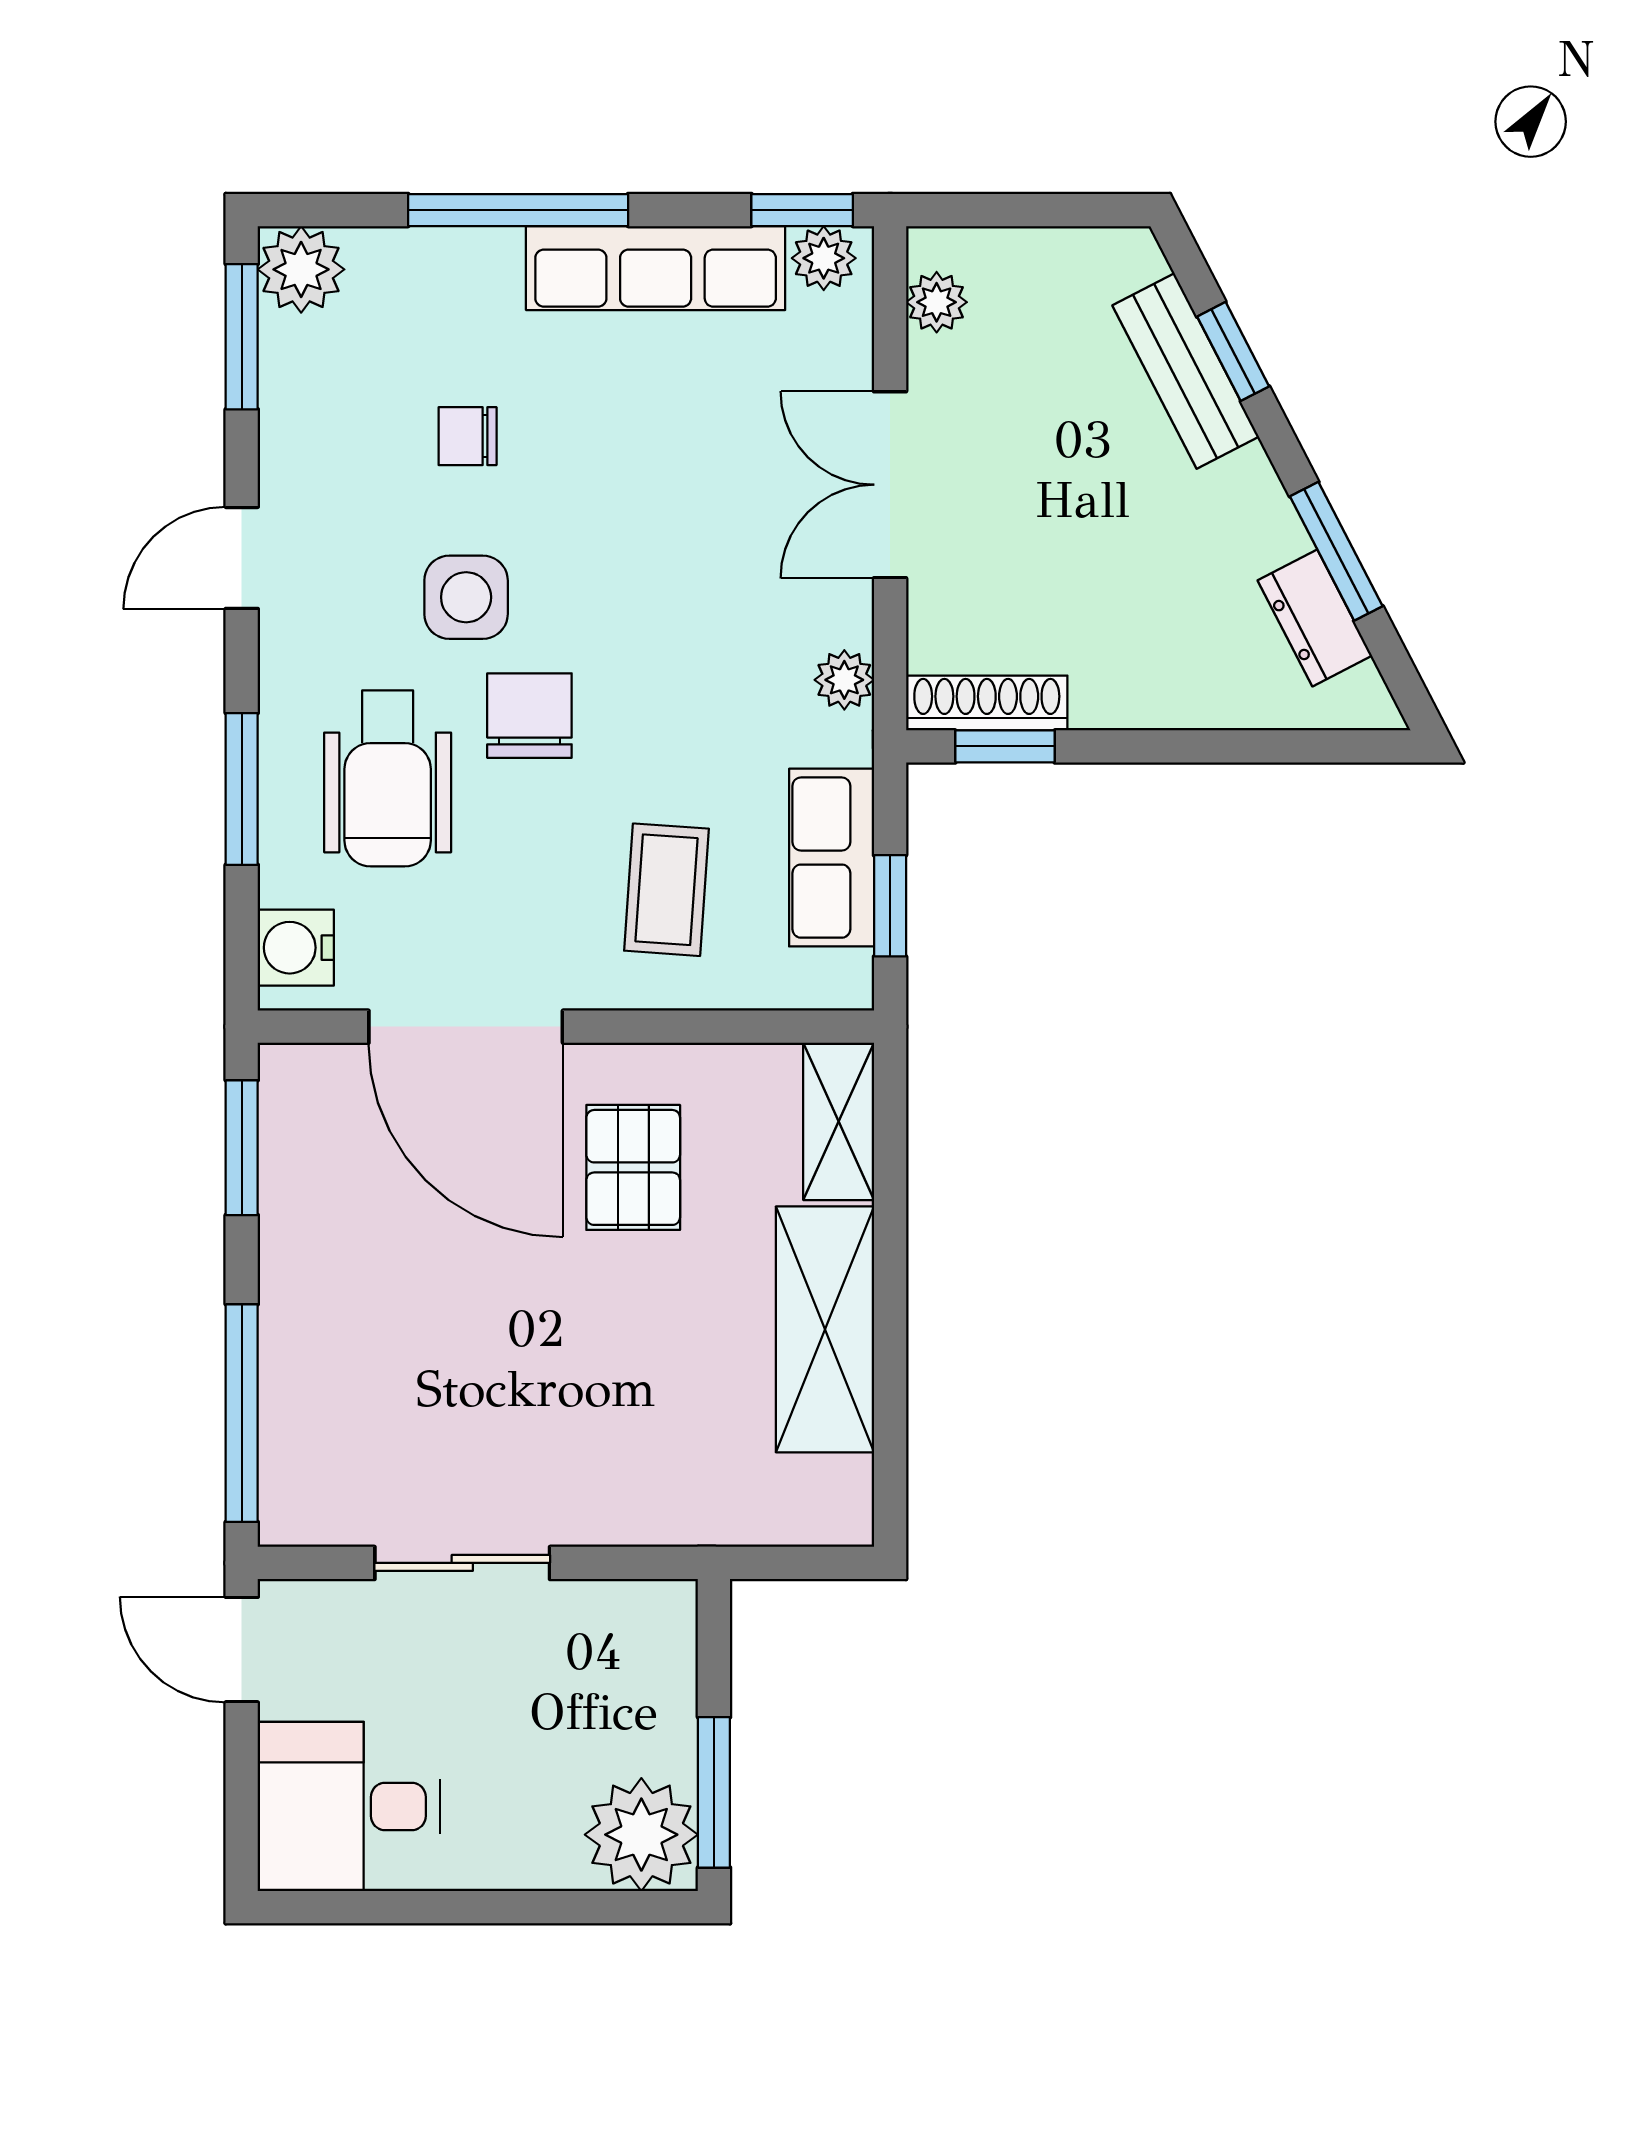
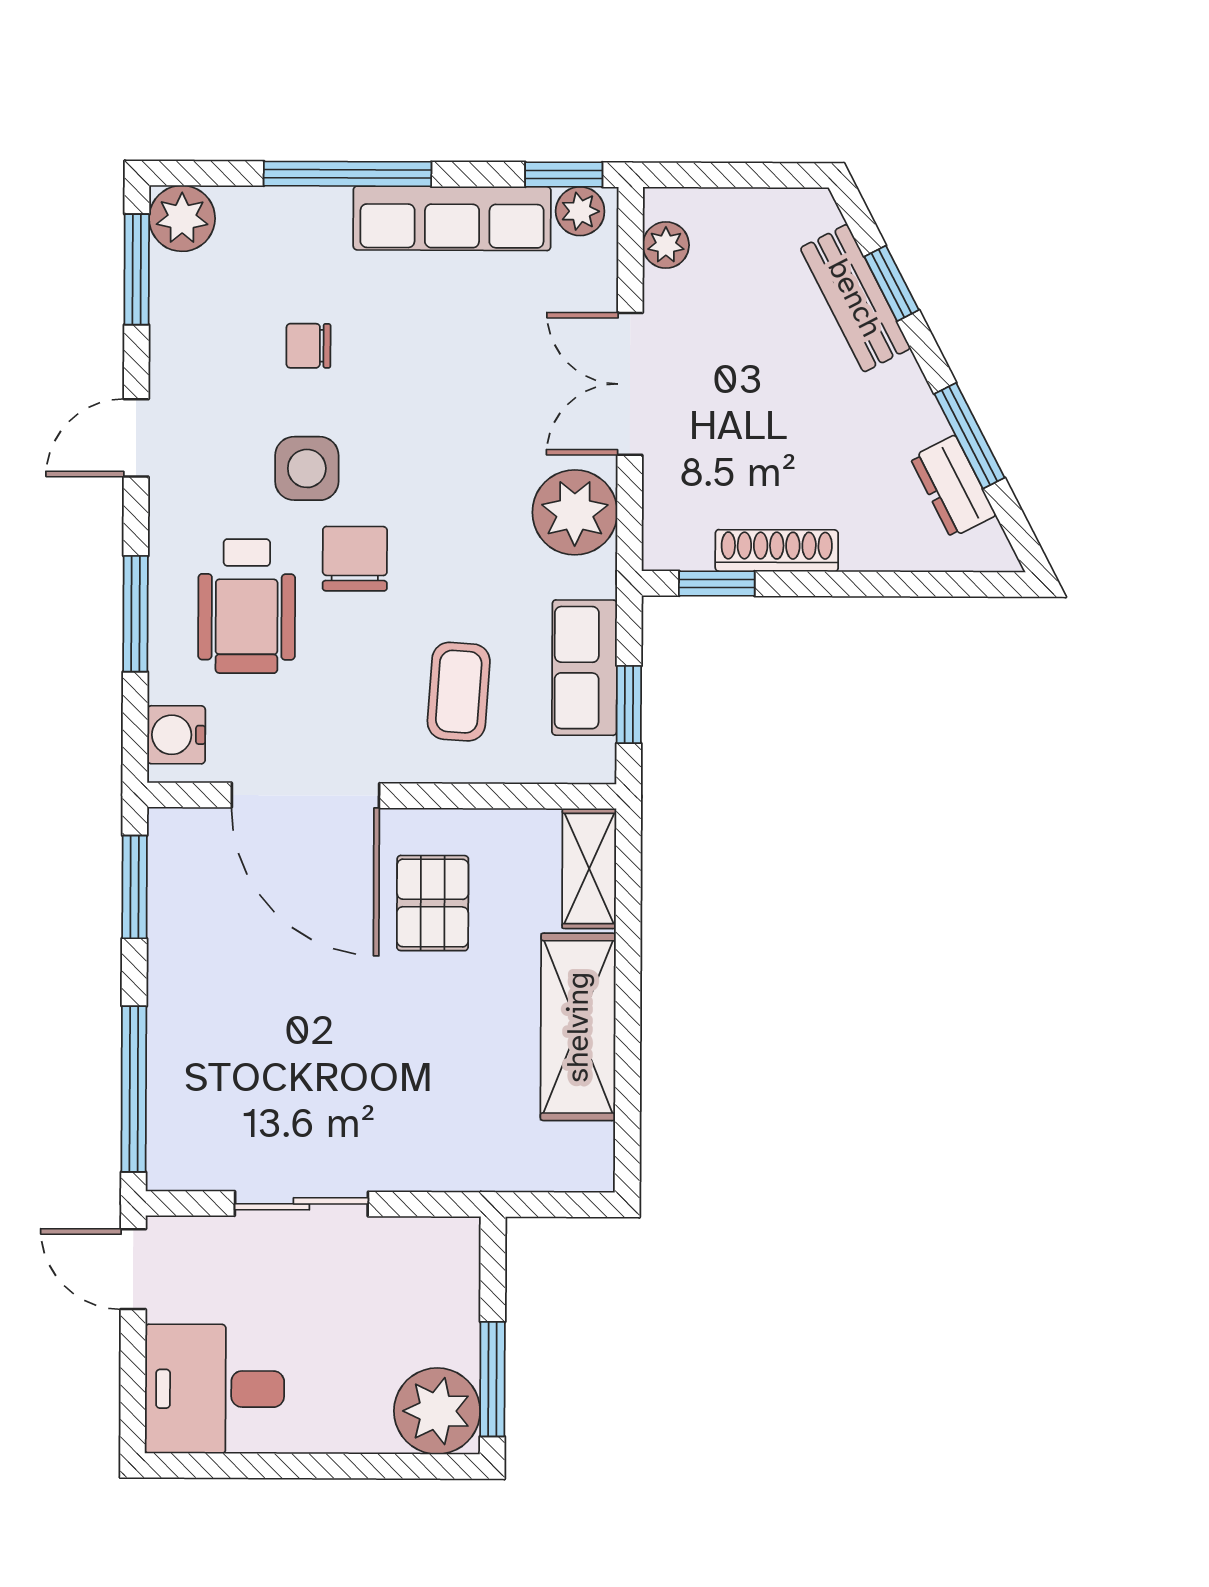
plant: (844, 680) -> (575, 512), width x1.88, depth x1.88
shoe rack: (987, 703) -> (777, 551), moved

